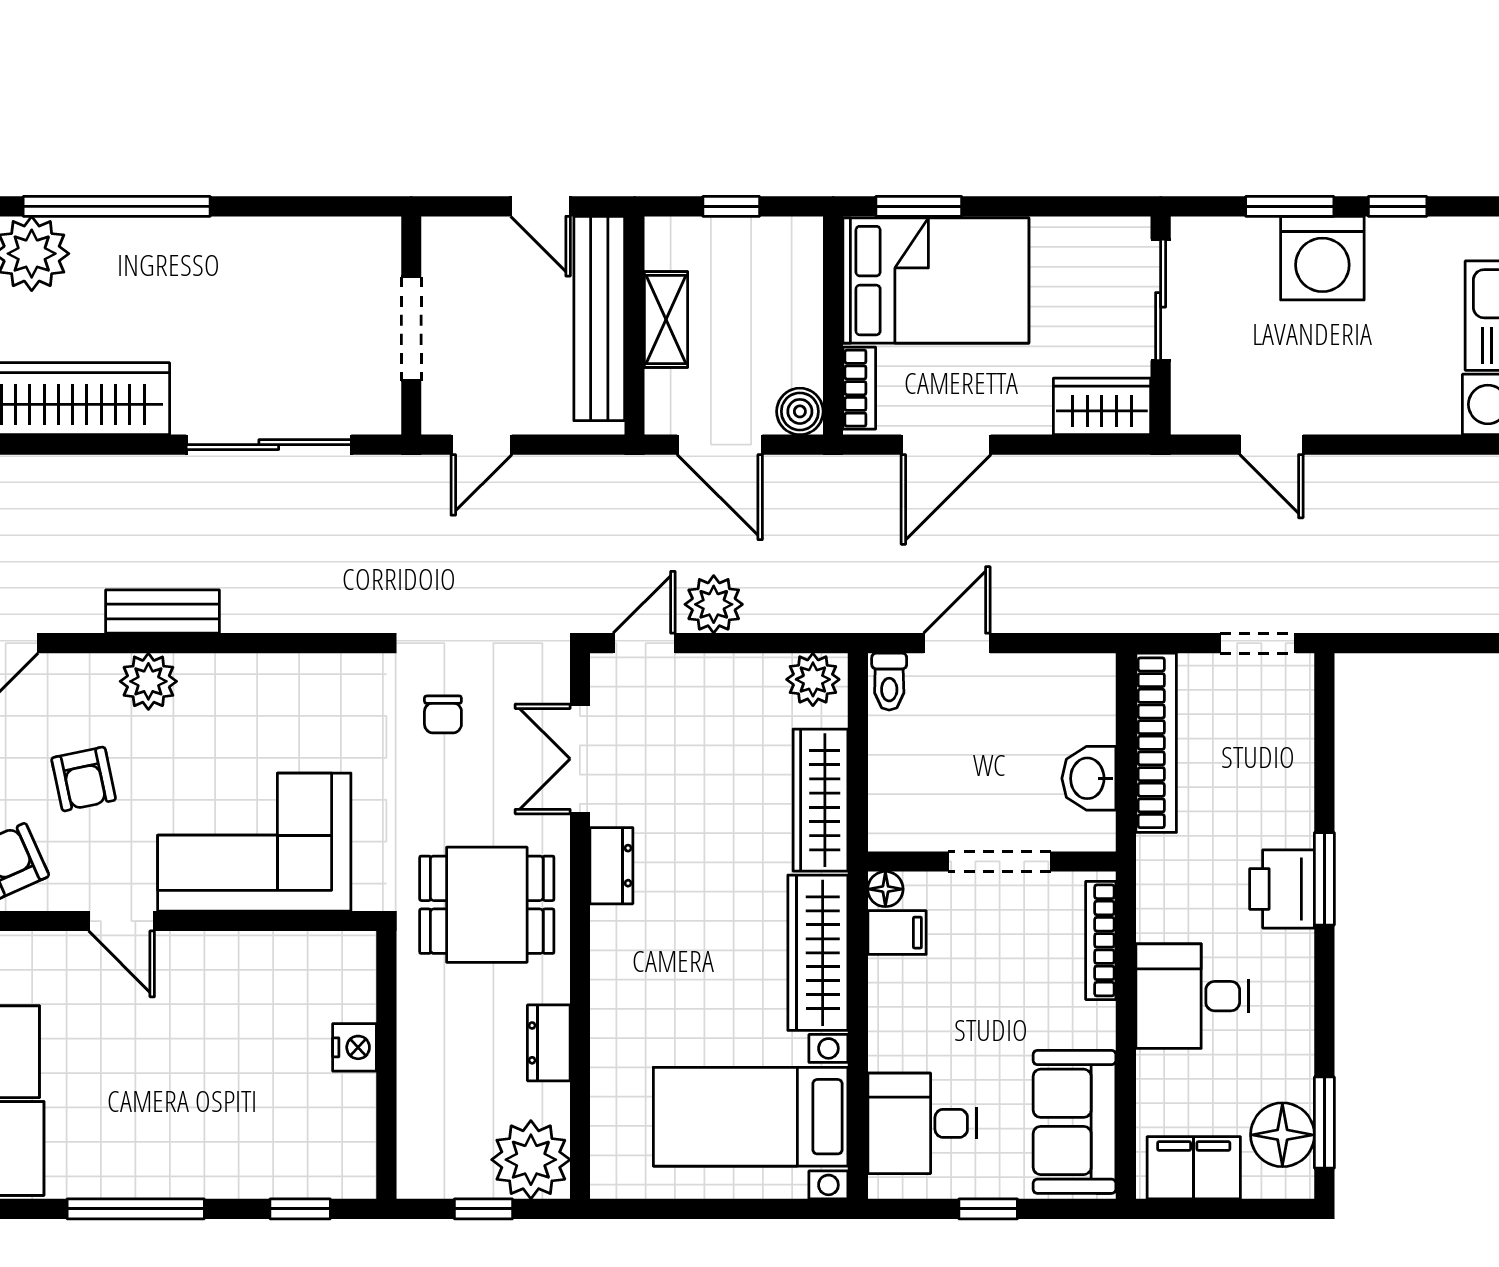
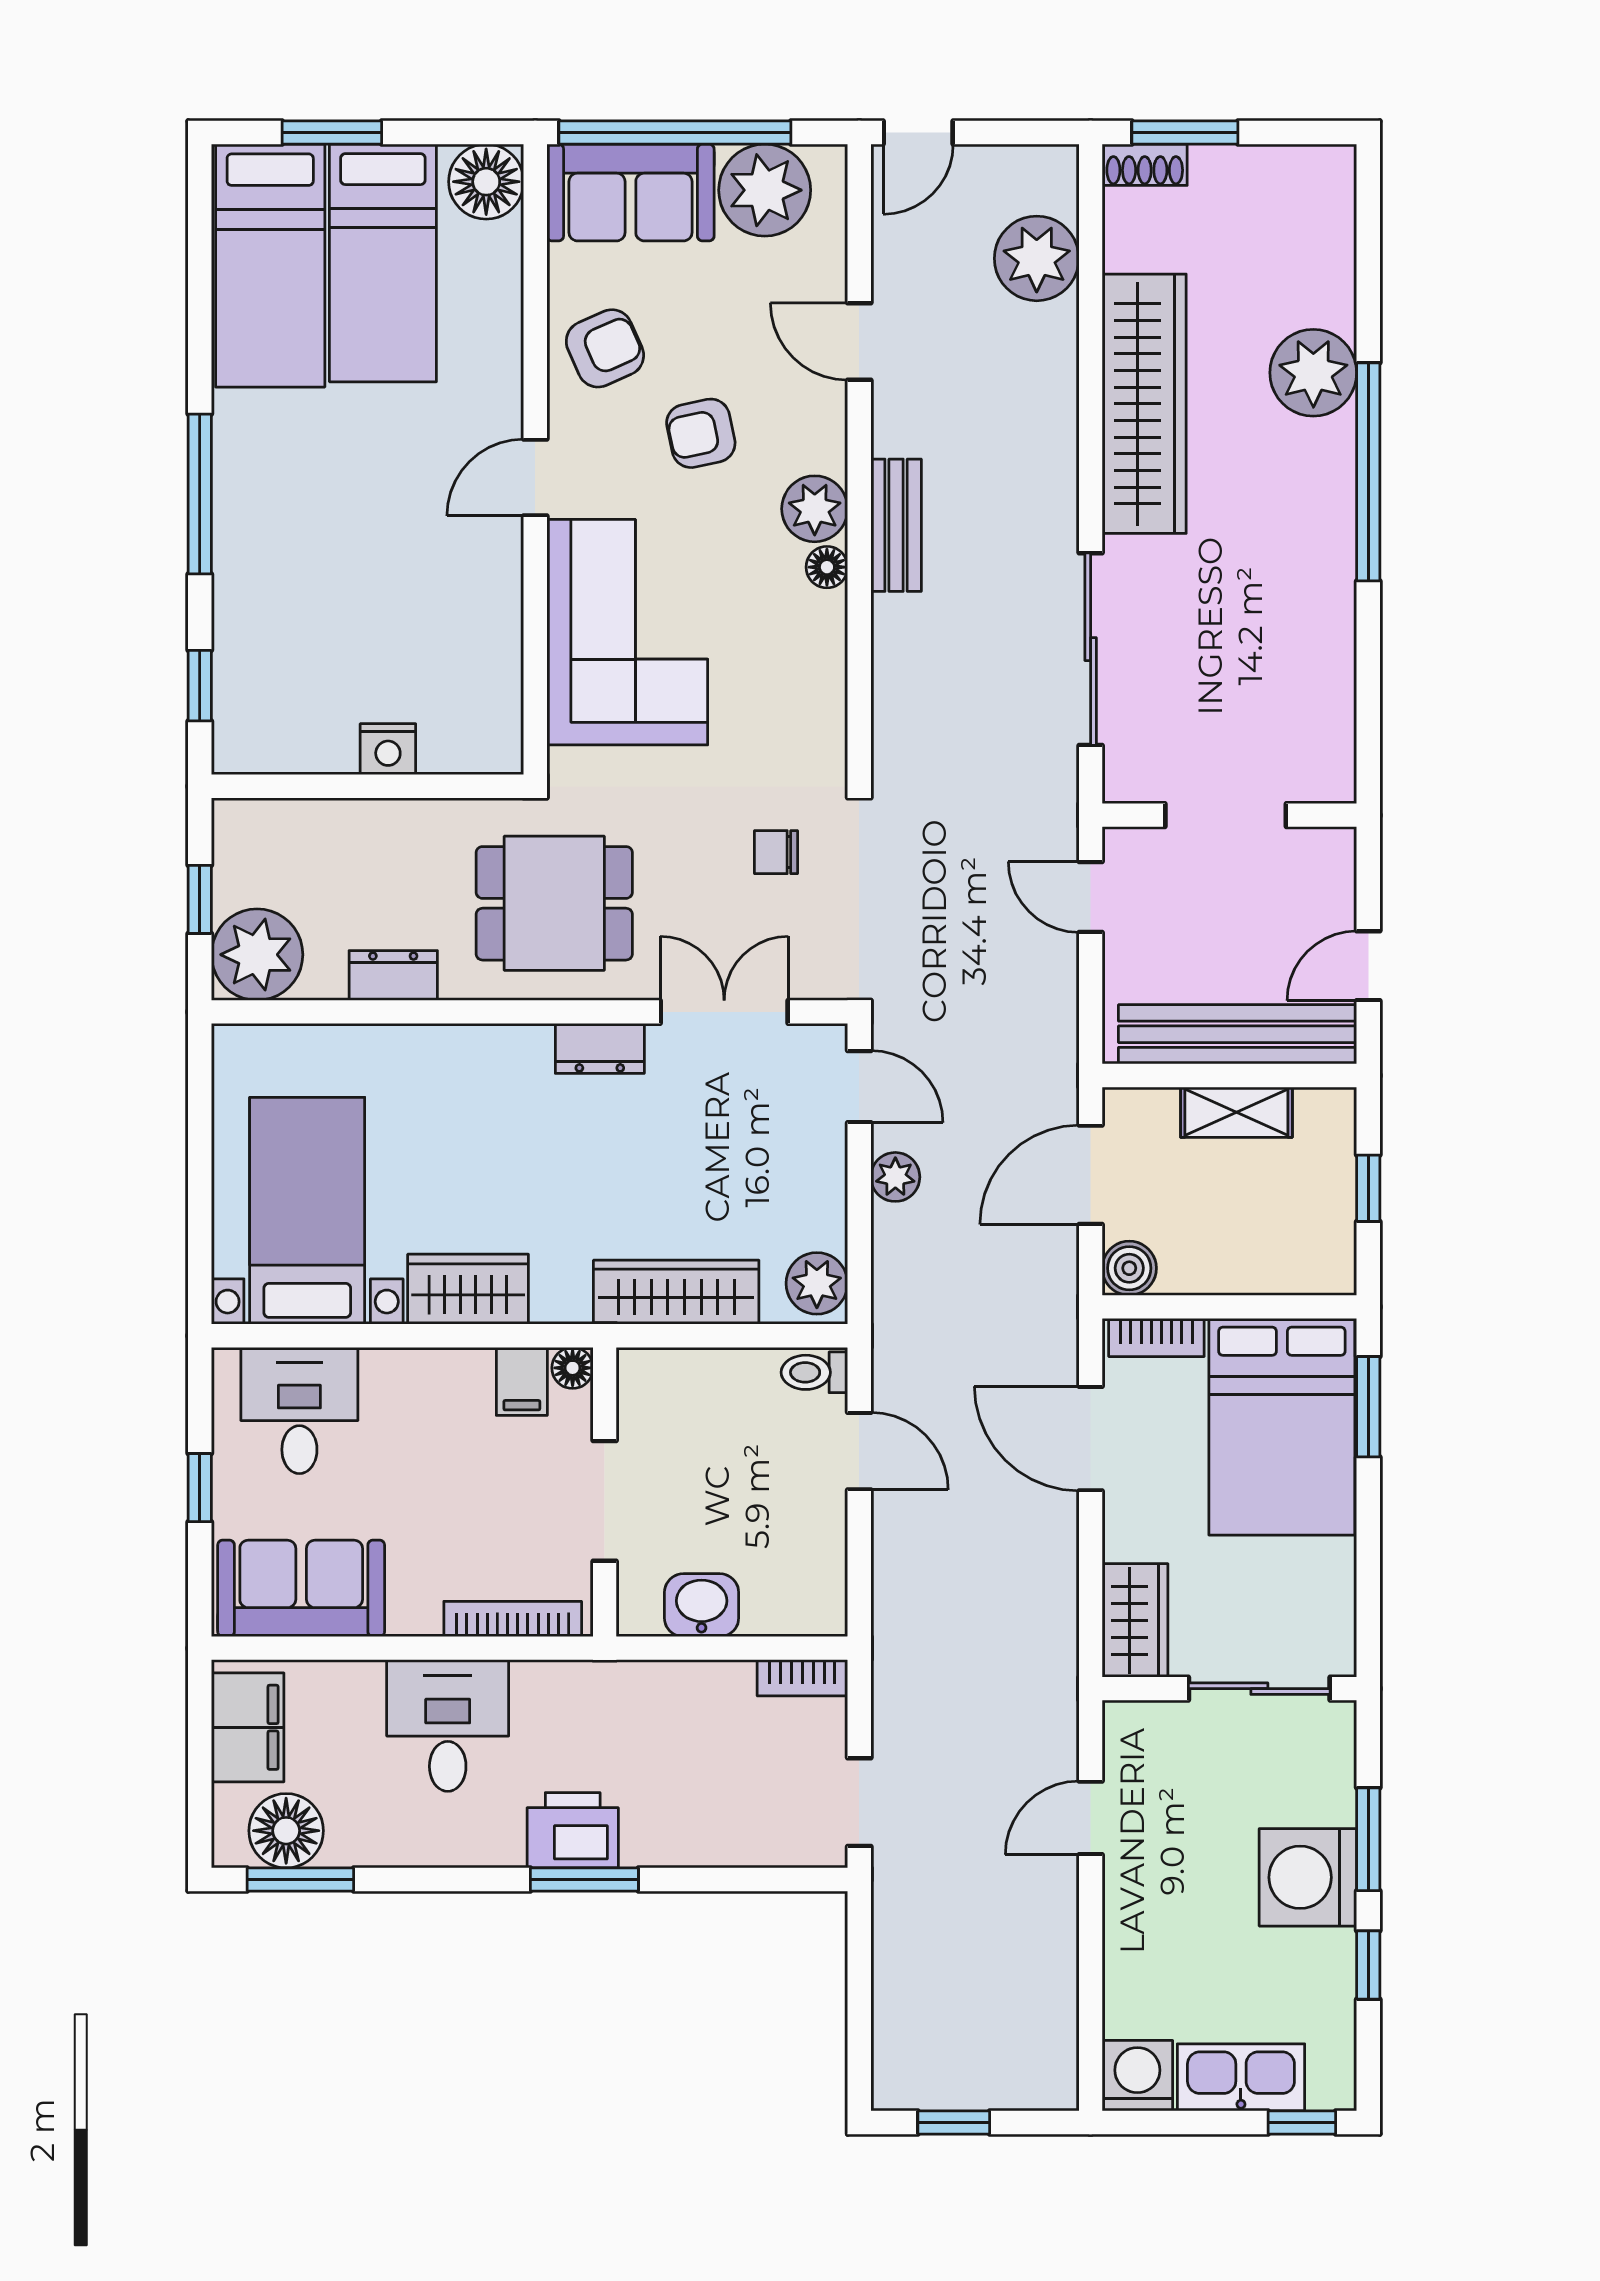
plant: (714, 604) -> (895, 1177), width x0.73, depth x0.73
floor lamp: (198, 671) -> (827, 567), added
bookcase: (1156, 743) -> (802, 1678), width x0.43, depth x0.76
dining table: (487, 905) -> (554, 903), turned 90
wardrobe: (818, 953) -> (468, 1289), width x0.67

